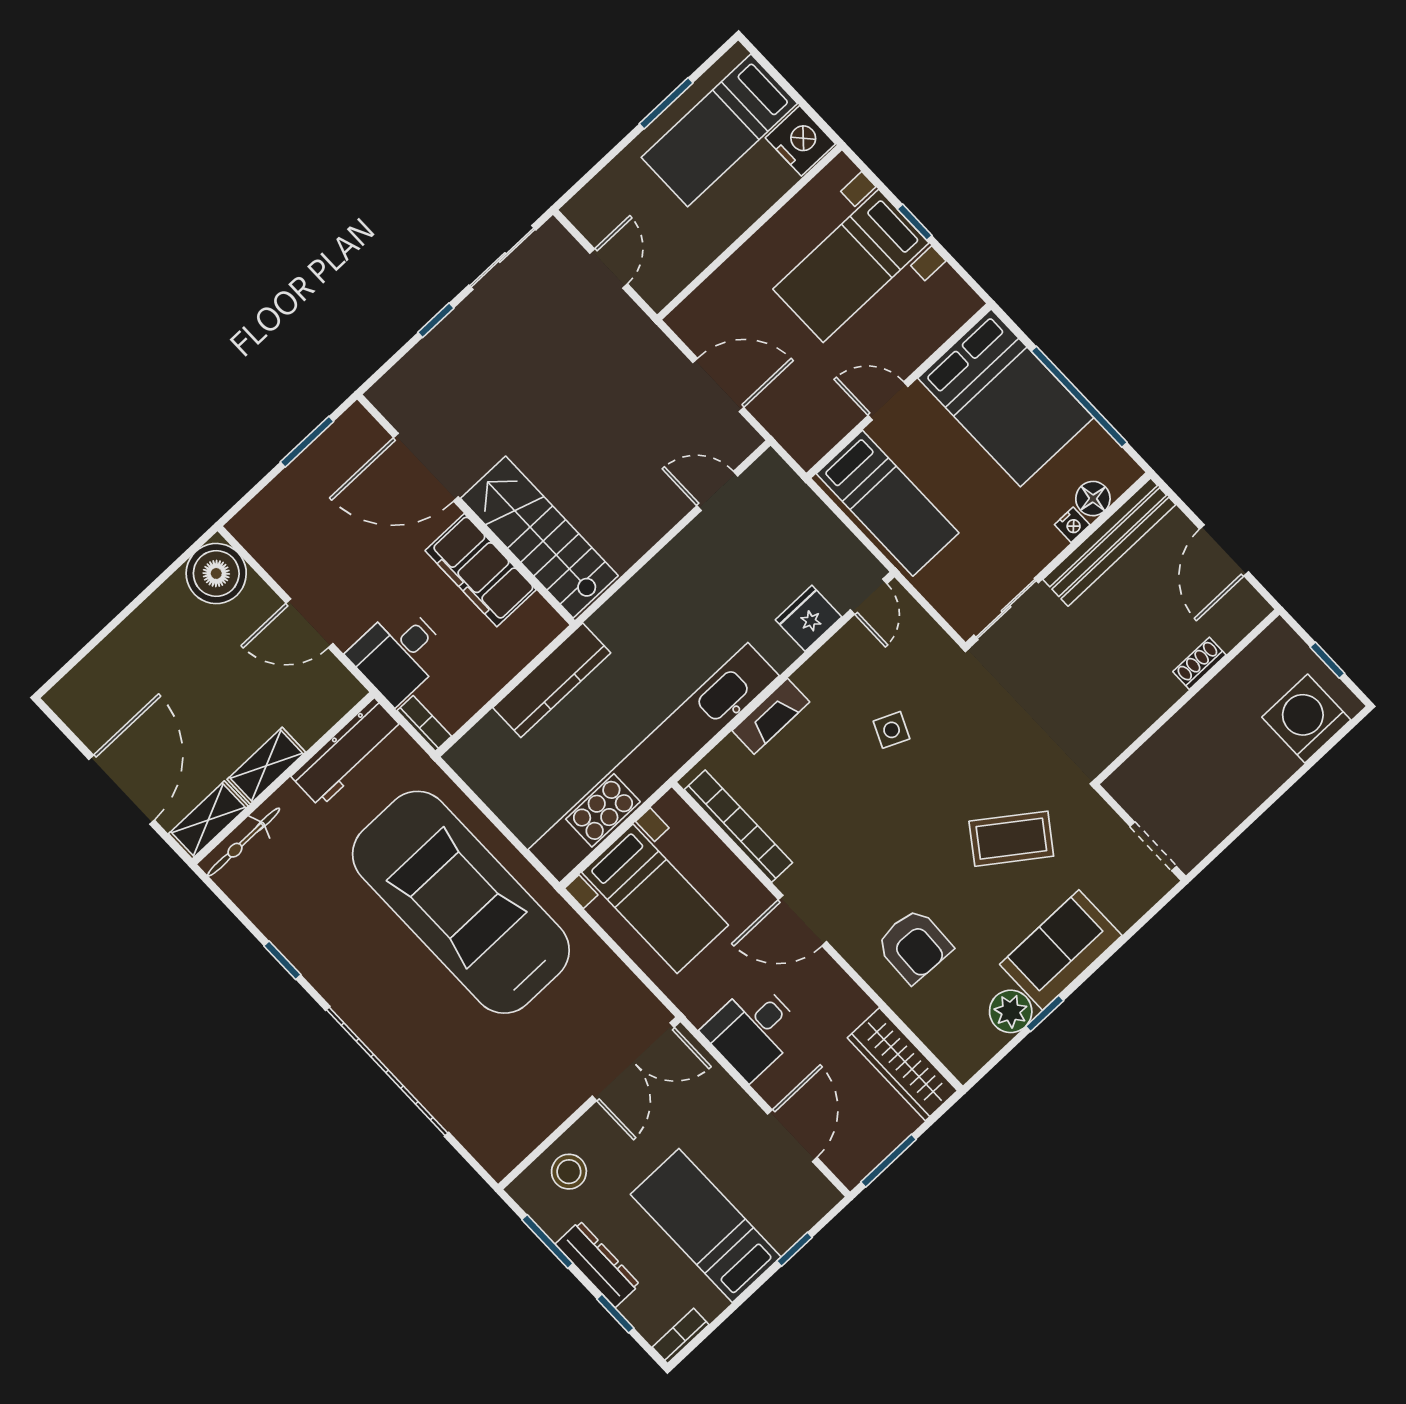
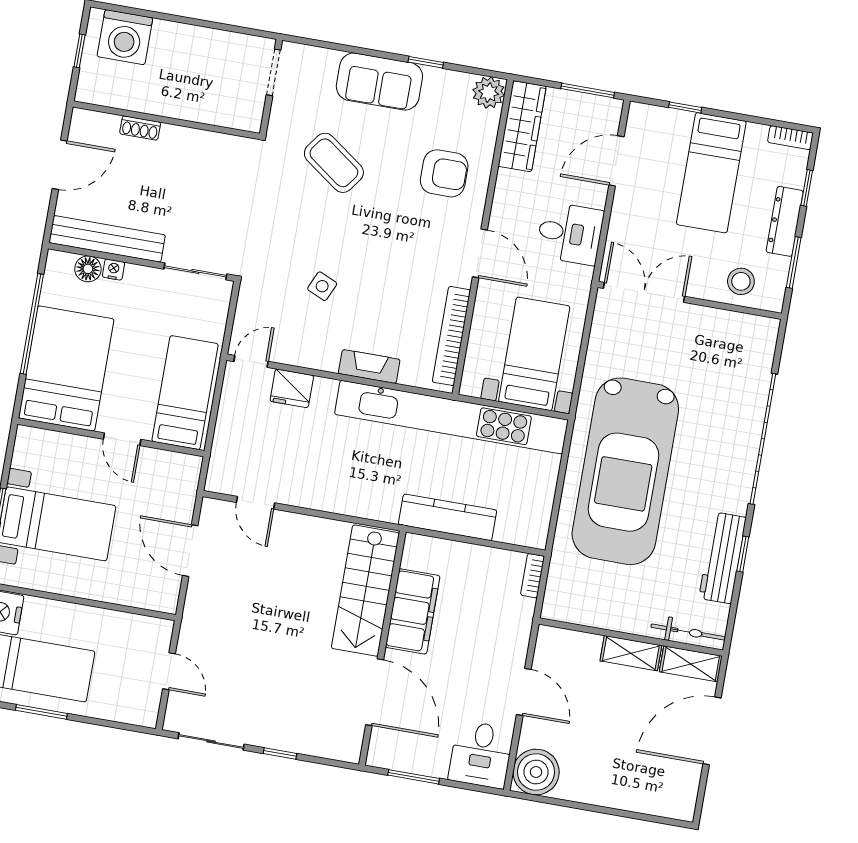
door: (609, 269) -> (169, 671), swing flipped
desk: (399, 654) -> (481, 754), moved, turned 90
workbench: (347, 753) -> (722, 558), moved, turned -90
armchair: (914, 946) -> (444, 173), turned 88
plant: (1011, 1011) -> (489, 93), moved

